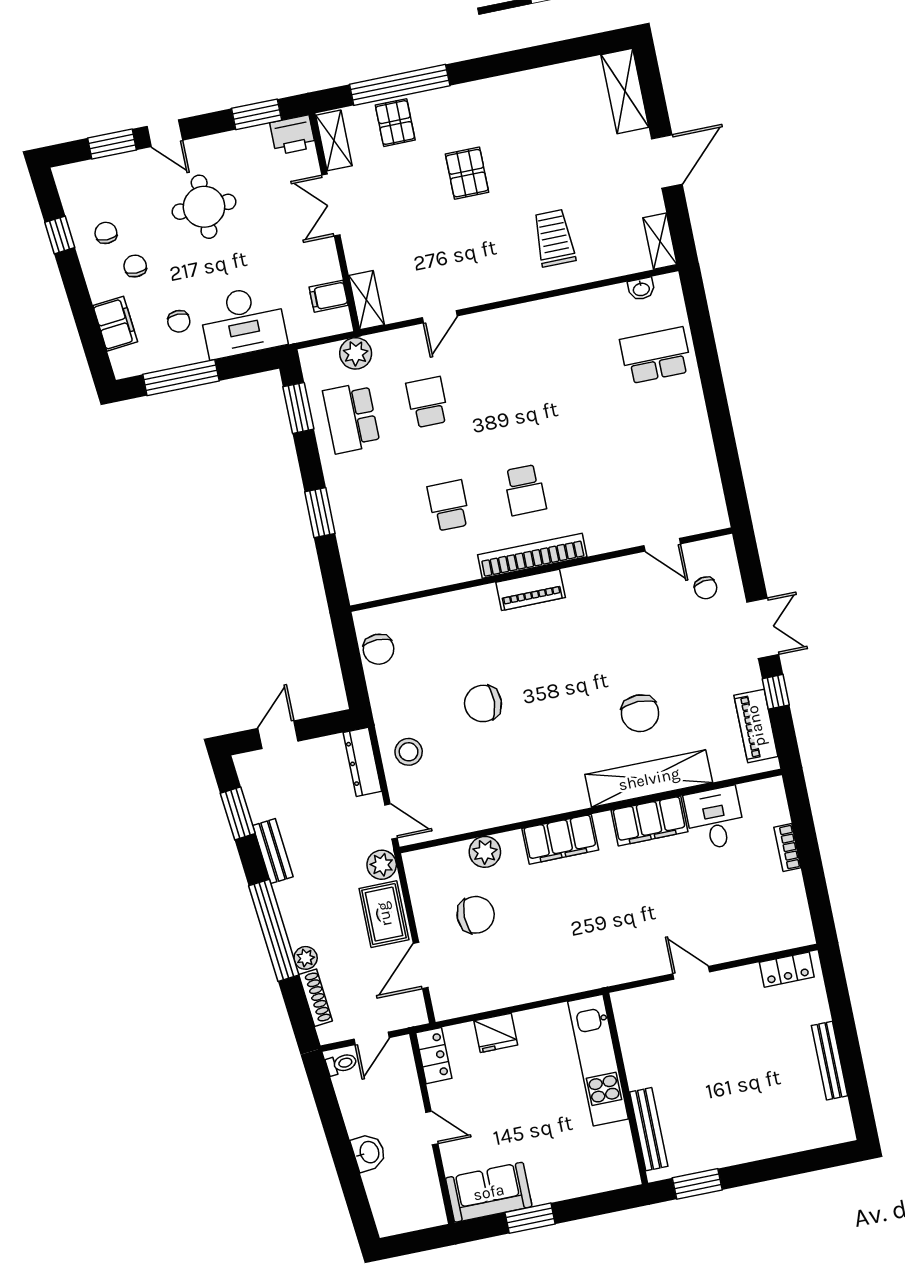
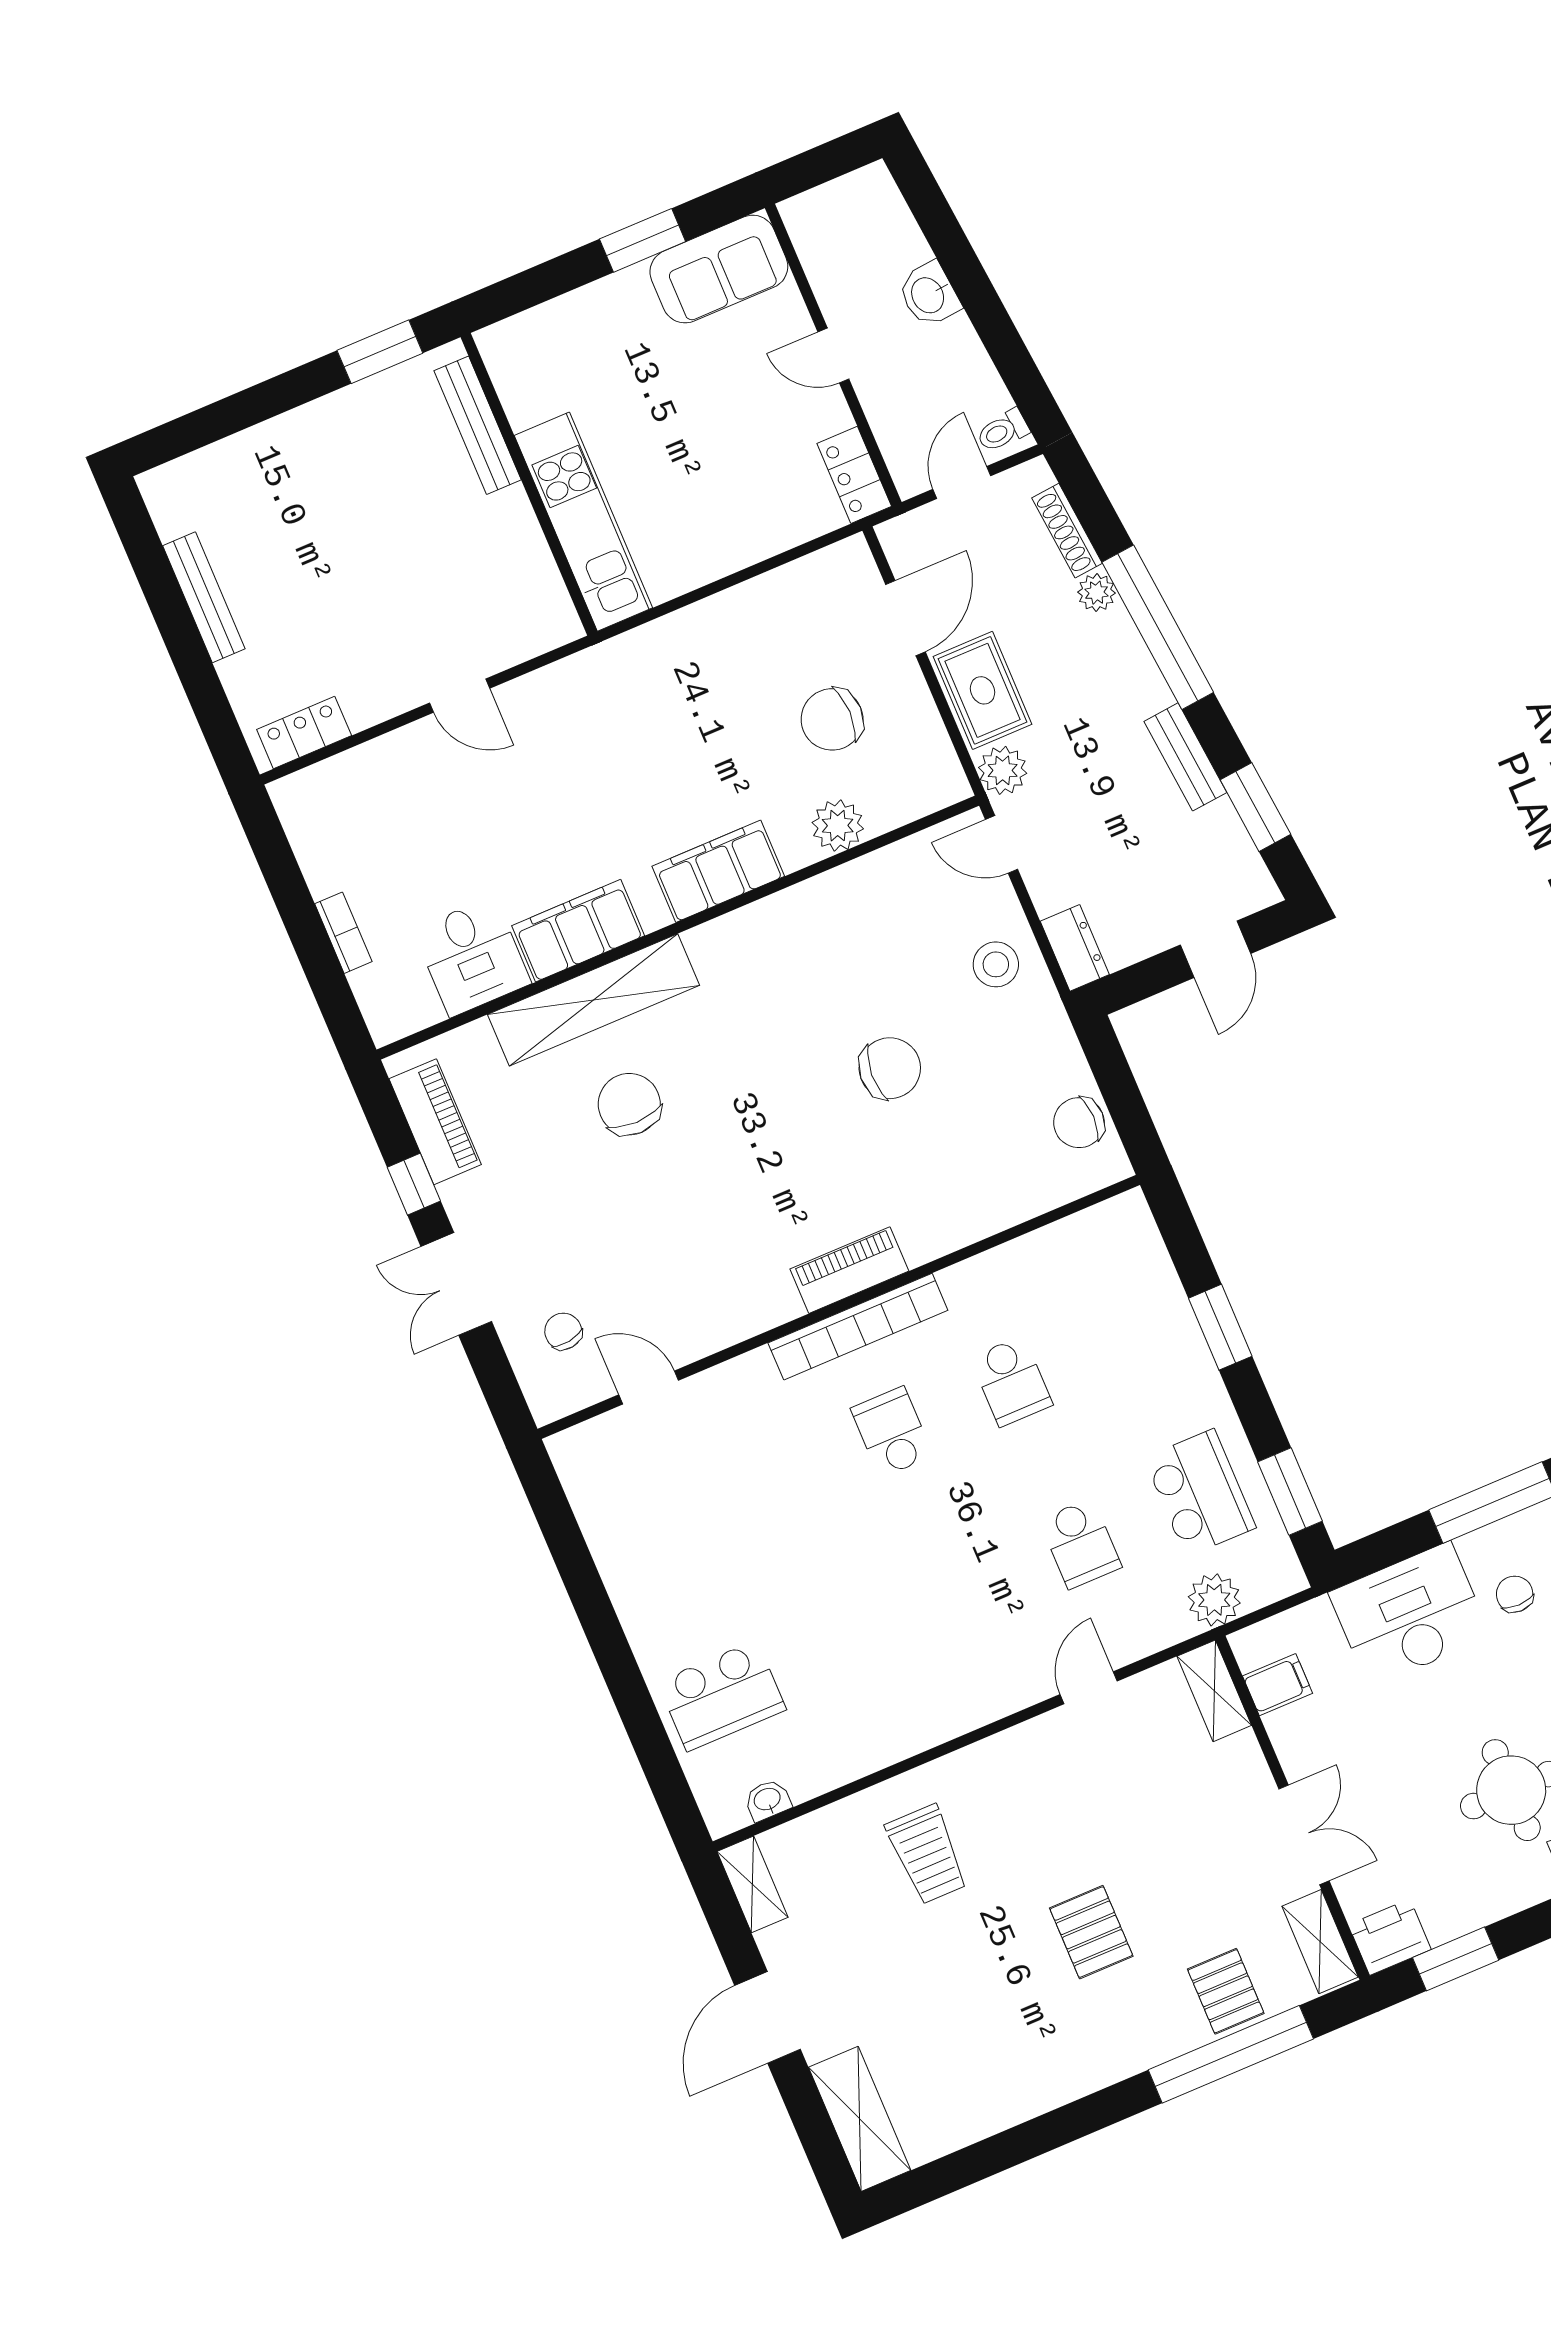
chair: (378, 649) -> (1079, 1123), turned -90
dresser: (362, 762) -> (1075, 948), width x0.70
fridge: (496, 1033) -> (760, 533), removed

